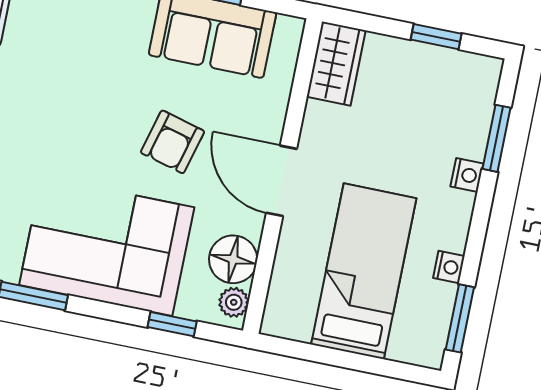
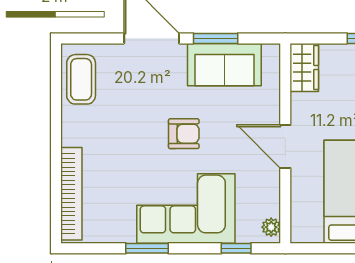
armchair: (172, 142) -> (184, 134), moved, turned -105
floor lamp: (233, 259) -> (265, 201), removed

